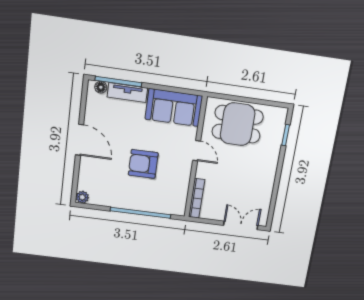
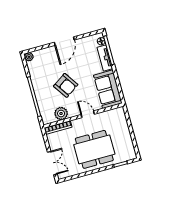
dining table: (238, 124) -> (94, 149), moved, width x1.37
door: (197, 151) -> (88, 114), swing flipped
armchair: (143, 164) -> (66, 85), turned 146
plant: (179, 186) -> (61, 113), added

